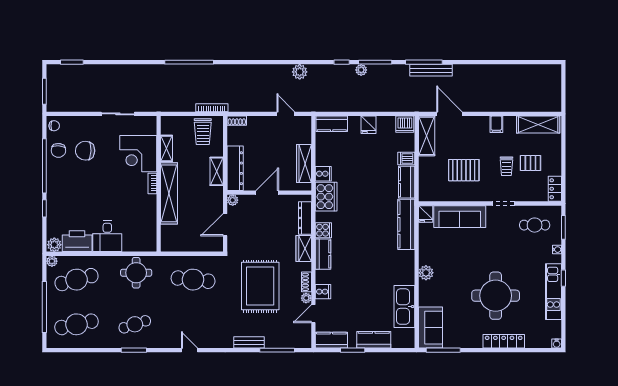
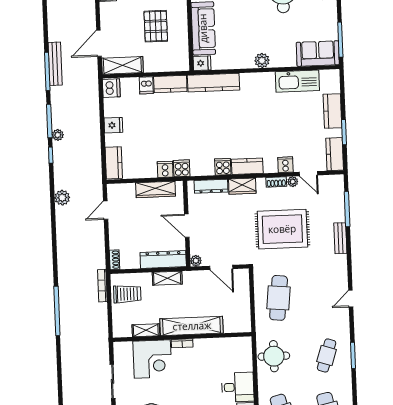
cooker: (326, 197) -> (182, 168), width x0.53, depth x0.76
cafe table: (135, 324) -> (327, 355), turned 36

